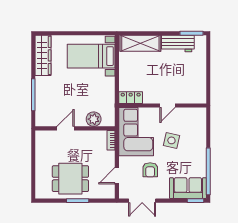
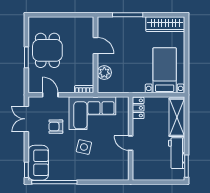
locker: (131, 98) -> (138, 108), moved
wall: (163, 106) -> (131, 138), moved
door: (167, 106) -> (131, 143), moved

